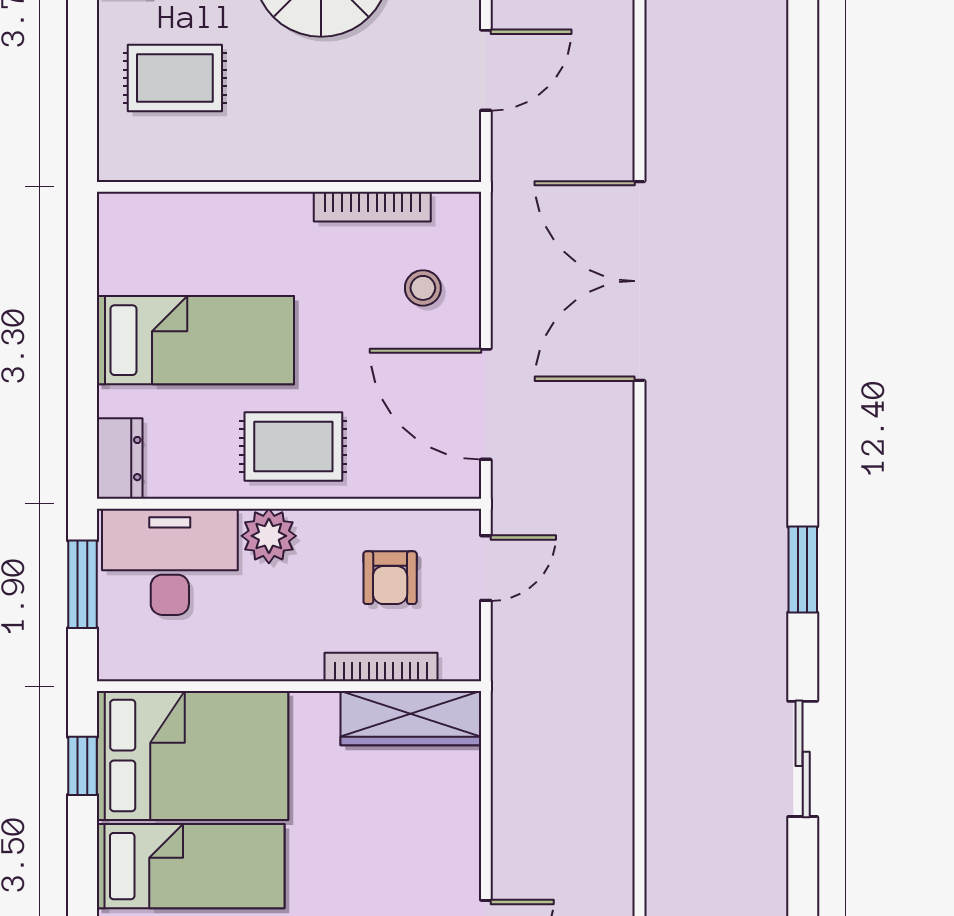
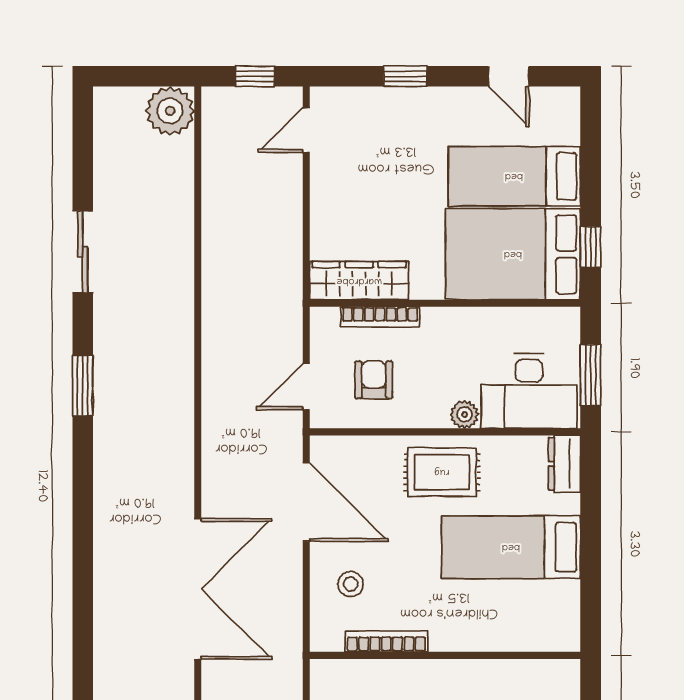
plant: (269, 536) -> (464, 414), width x0.73, depth x0.73

